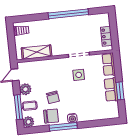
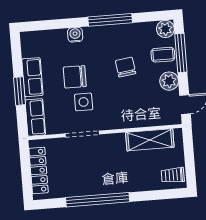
locker: (106, 36) -> (39, 170), width x1.53
window: (120, 91) -> (19, 91), moved
chair: (51, 116) -> (75, 77), moved
water cooler: (72, 118) -> (75, 35), moved

